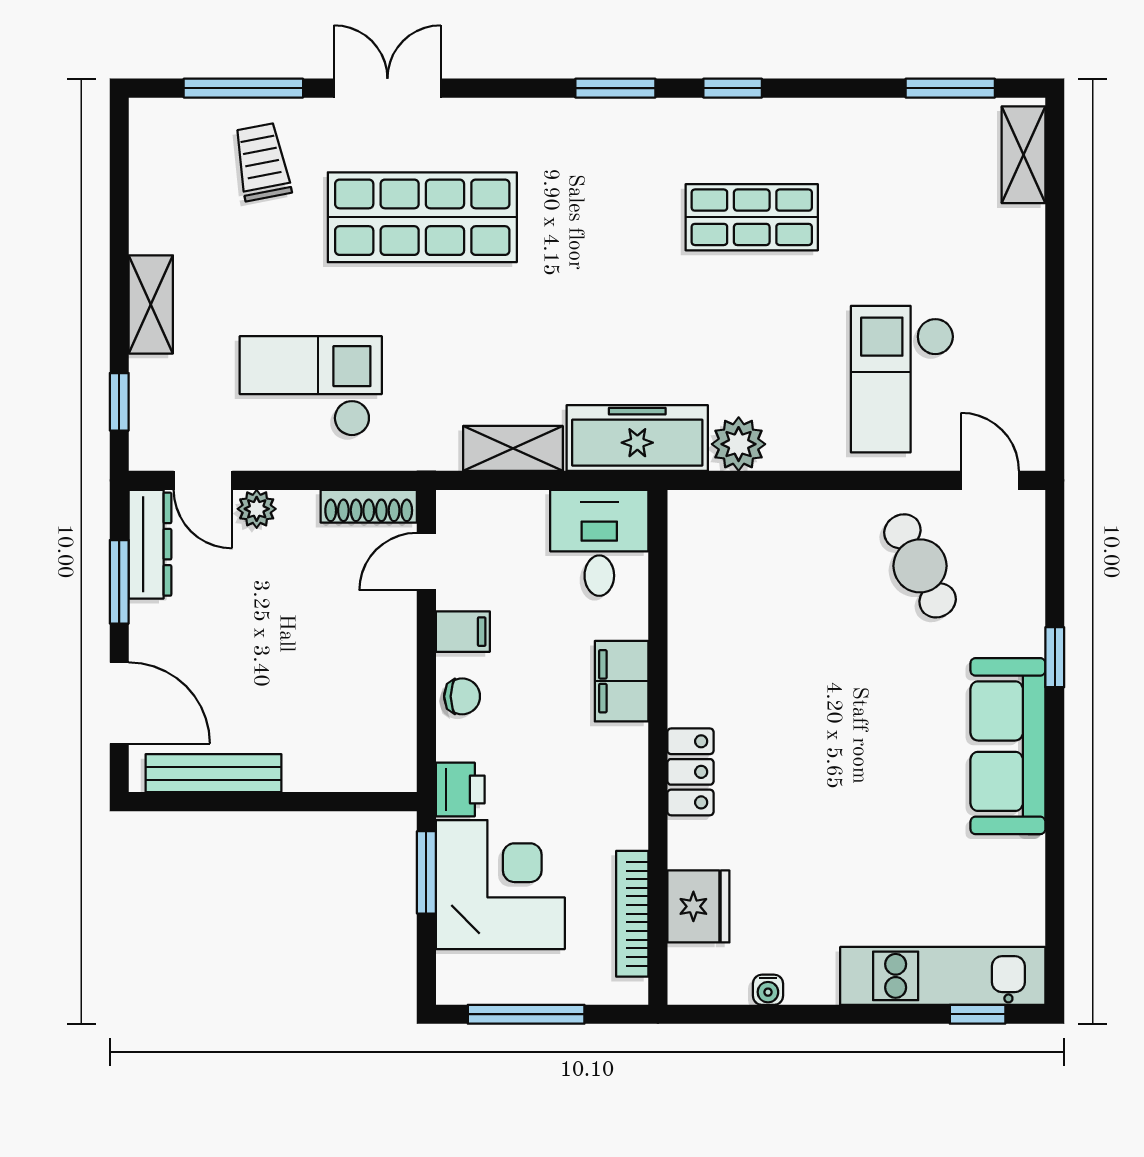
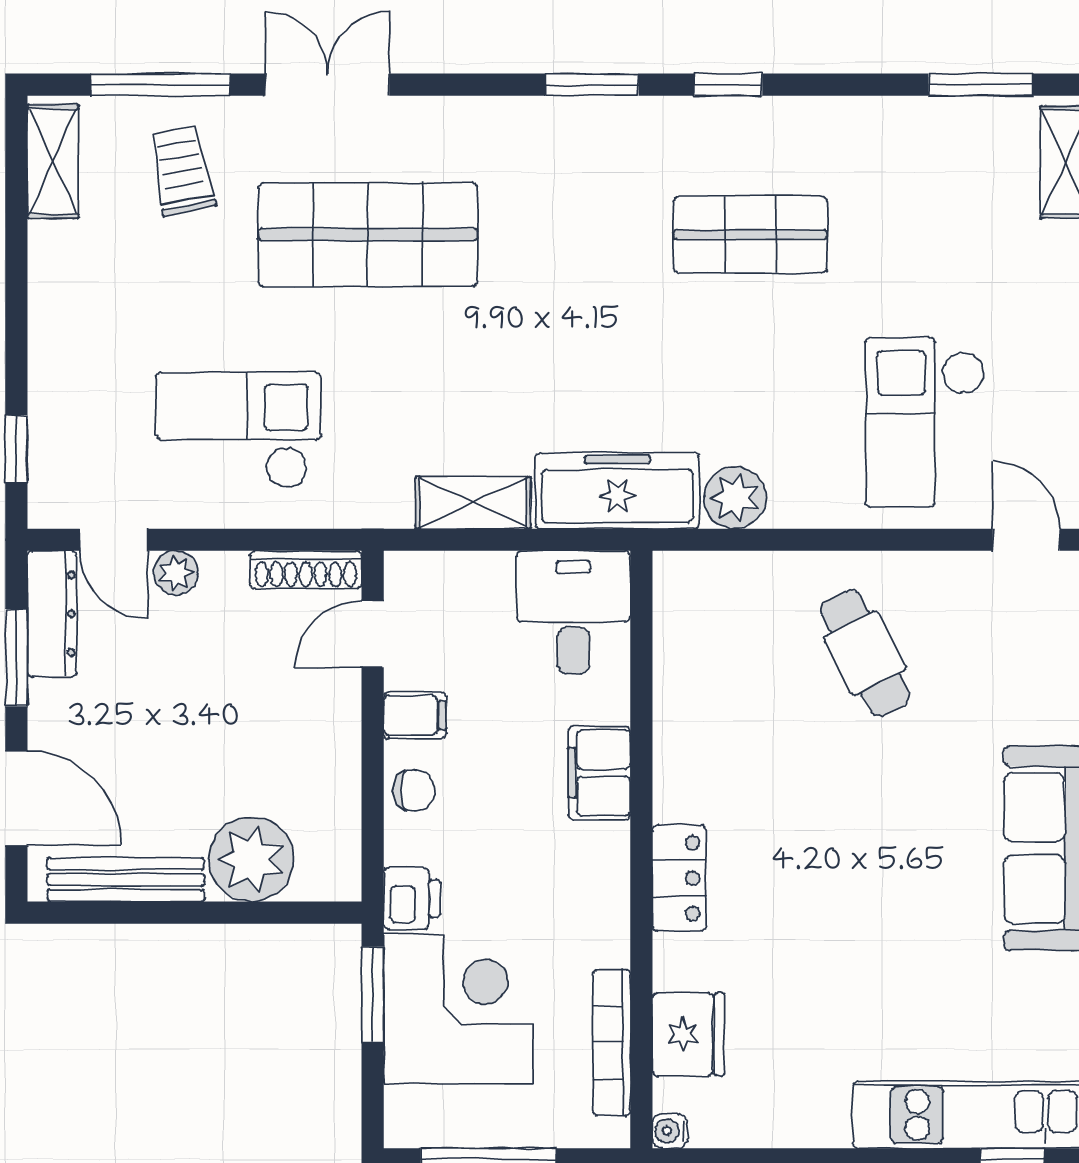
shelving: (151, 304) -> (53, 161), moved
cafe table: (920, 566) -> (865, 653), moved
plant: (322, 756) -> (251, 859), added
water cooler: (768, 990) -> (670, 1131), moved, turned 90

